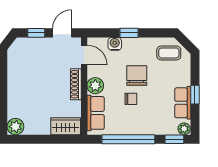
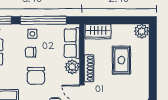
rug: (39, 93) -> (121, 60), added
chair: (131, 99) -> (31, 52), moved
side table: (141, 124) -> (32, 34), added

